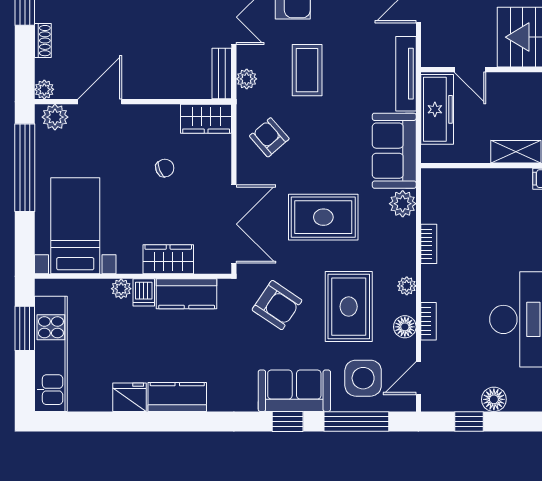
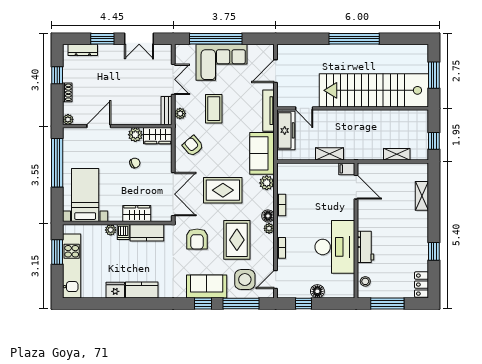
plant: (55, 117) -> (135, 135), moved
armchair: (277, 305) -> (197, 239), turned 56
floor lamp: (405, 327) -> (268, 216), moved

